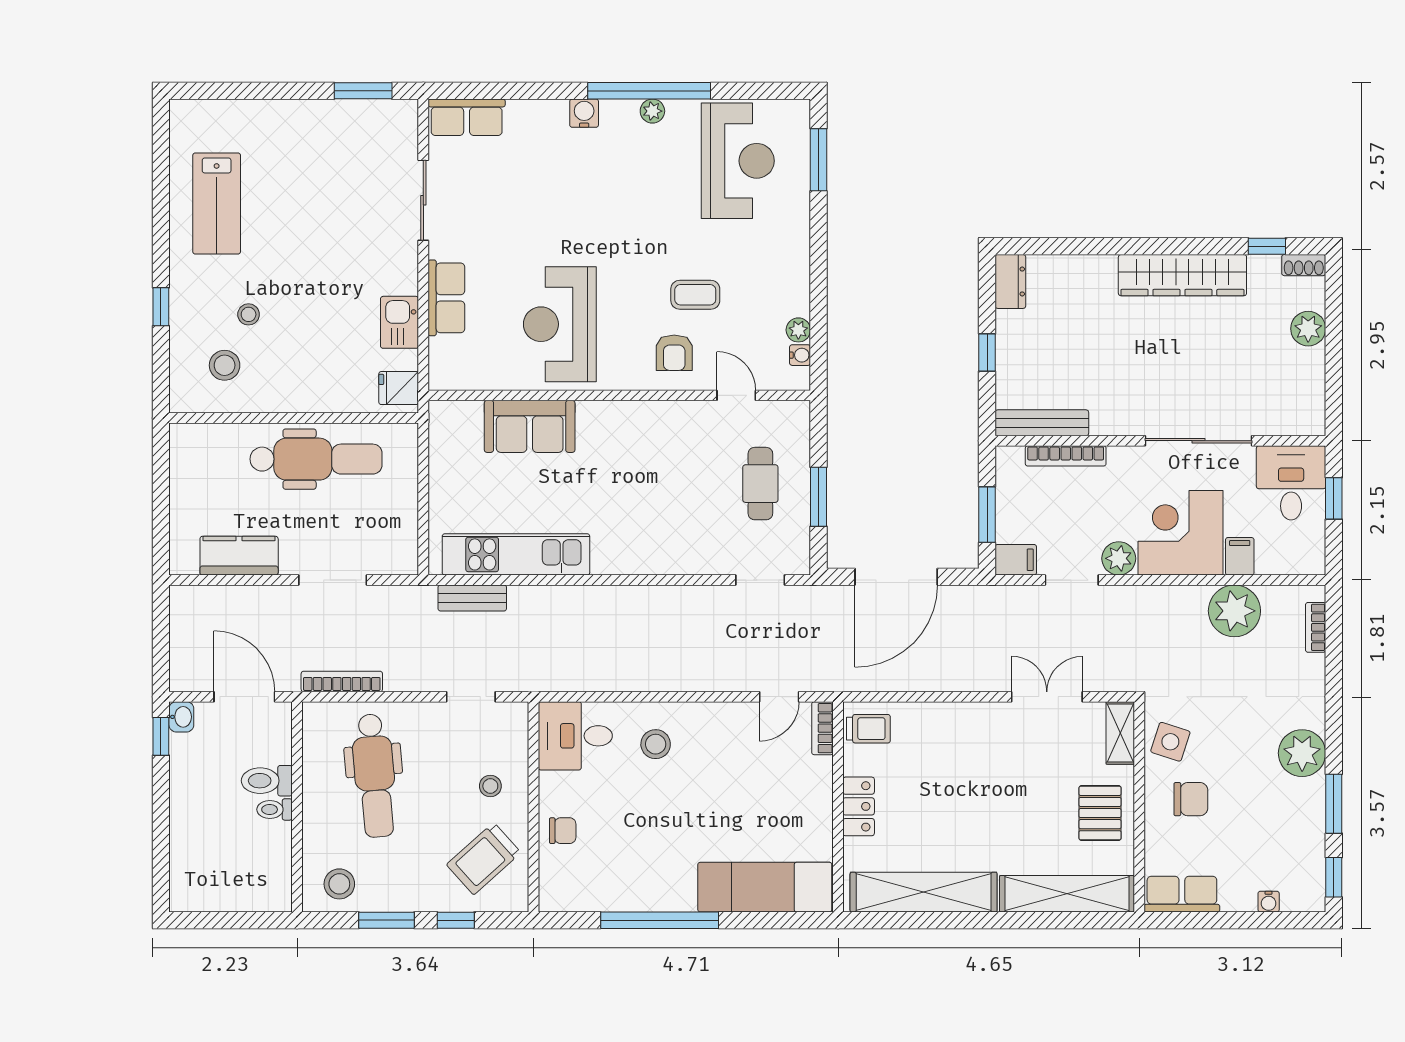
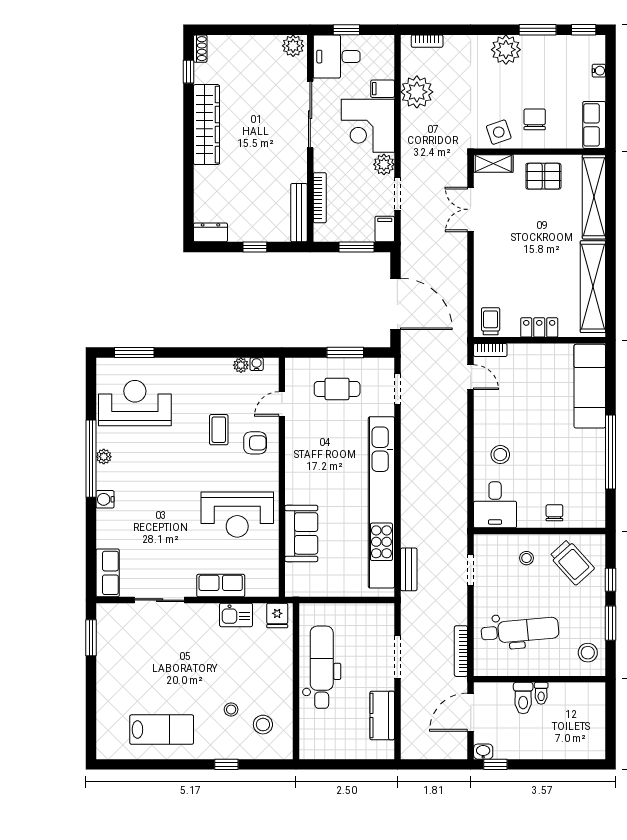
plant: (1308, 329) -> (293, 46), moved
kitchen unit: (516, 554) -> (381, 502), width x1.86
side table: (1170, 742) -> (499, 132), turned -37

